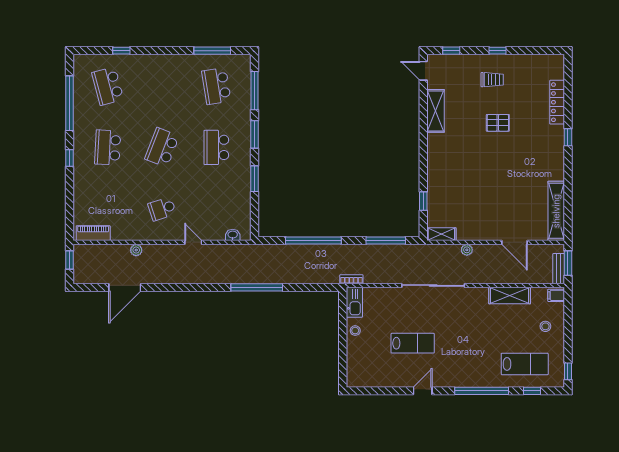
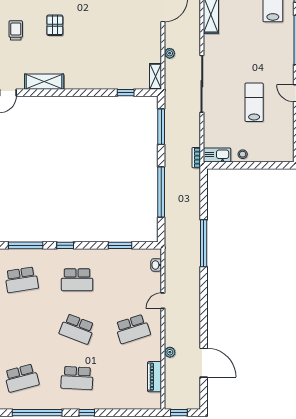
window: (254, 134) -> (65, 245), width x0.67
window: (254, 179) -> (120, 245), moved
school desk: (162, 209) -> (133, 329), width x1.85
piano: (93, 233) -> (154, 377), moved

